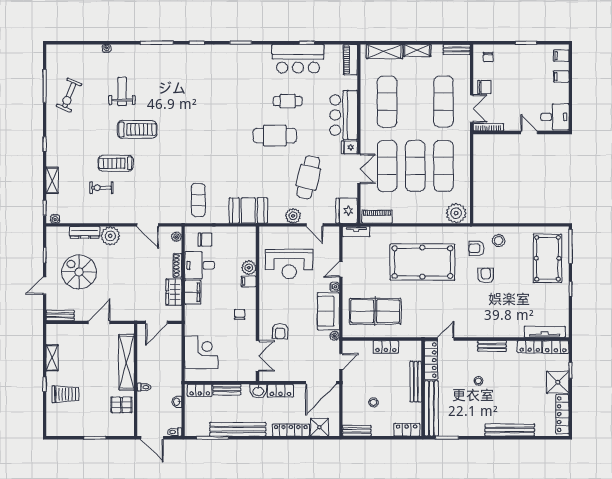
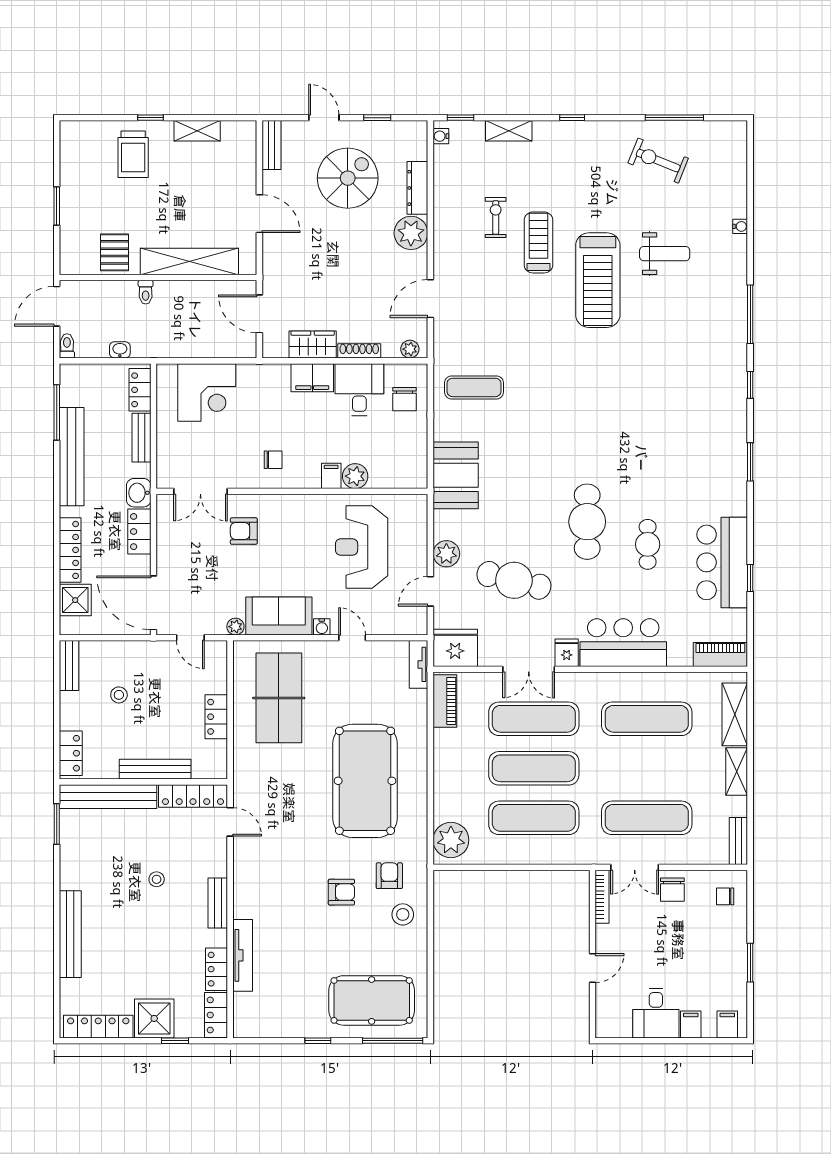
desk: (555, 117) -> (656, 1013), moved
treadmill: (137, 129) -> (598, 280), width x1.37, depth x1.38
tv unit: (545, 332) -> (243, 955), moved

